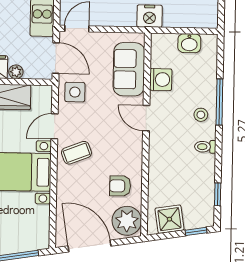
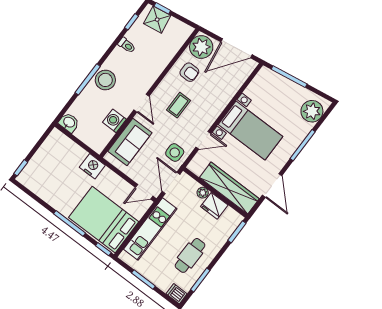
washbasin: (189, 43) -> (69, 123), moved
stool: (201, 115) -> (105, 80), width x1.89, depth x1.89
toilet: (205, 147) -> (127, 45), moved
coffee table: (76, 153) -> (179, 105), moved, turned -69
shower: (169, 219) -> (157, 20), moved
door: (89, 246) -> (237, 48), hinge flipped

